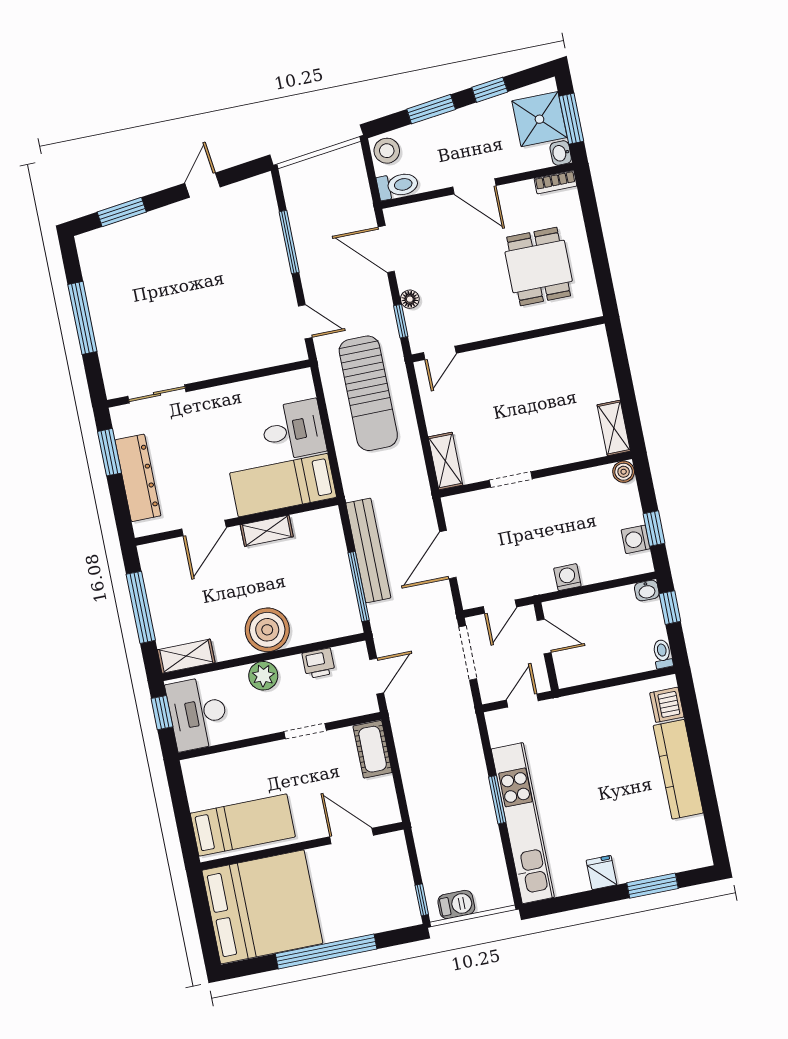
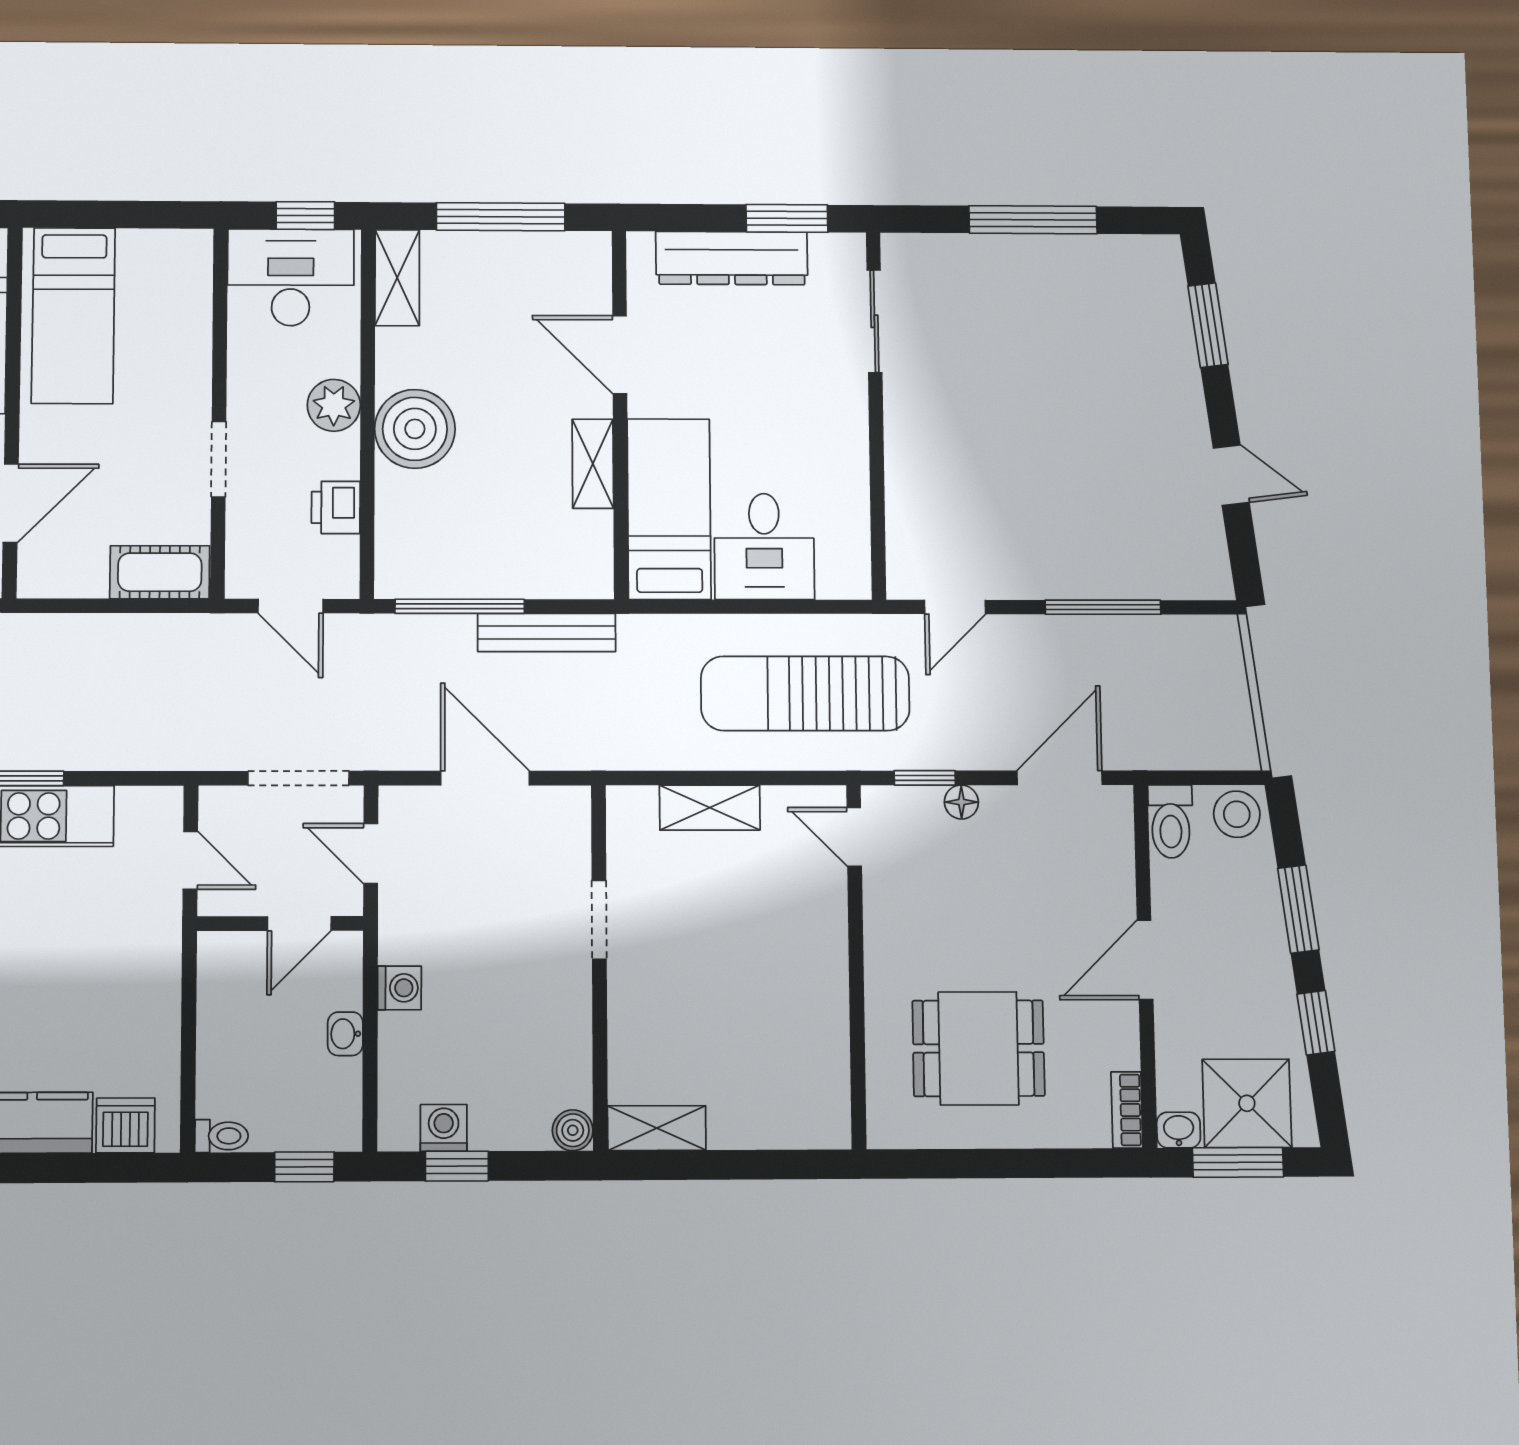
shelving: (445, 461) -> (710, 808), moved
bench: (368, 550) -> (547, 633), width x0.73, depth x0.82
washbasin: (647, 591) -> (345, 1034), moved

